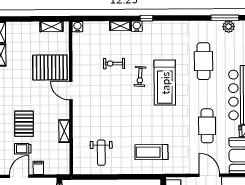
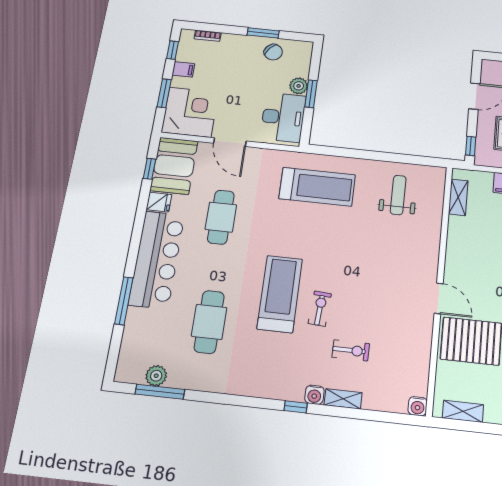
exercise bike: (114, 64) -> (351, 350), moved
shelving: (64, 131) -> (458, 197), moved
treadmill: (151, 152) -> (317, 187), width x1.37, depth x1.38

